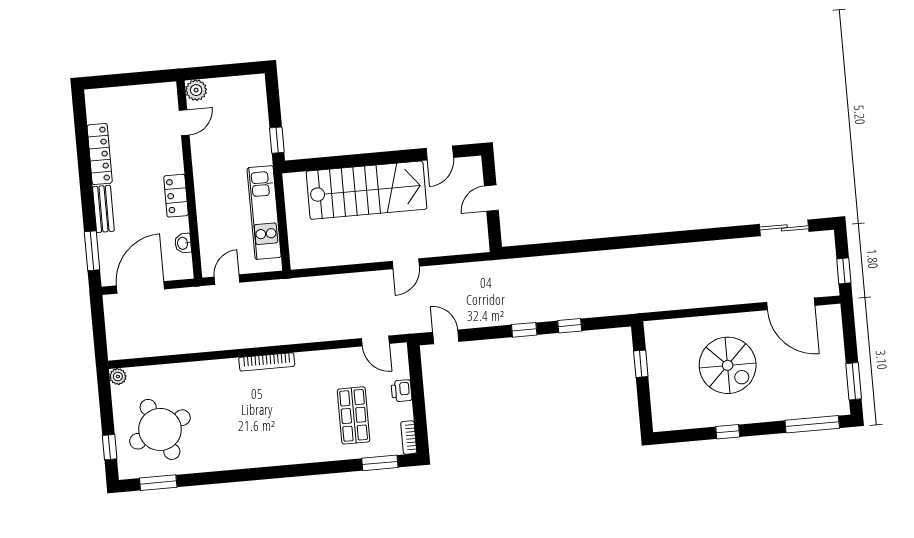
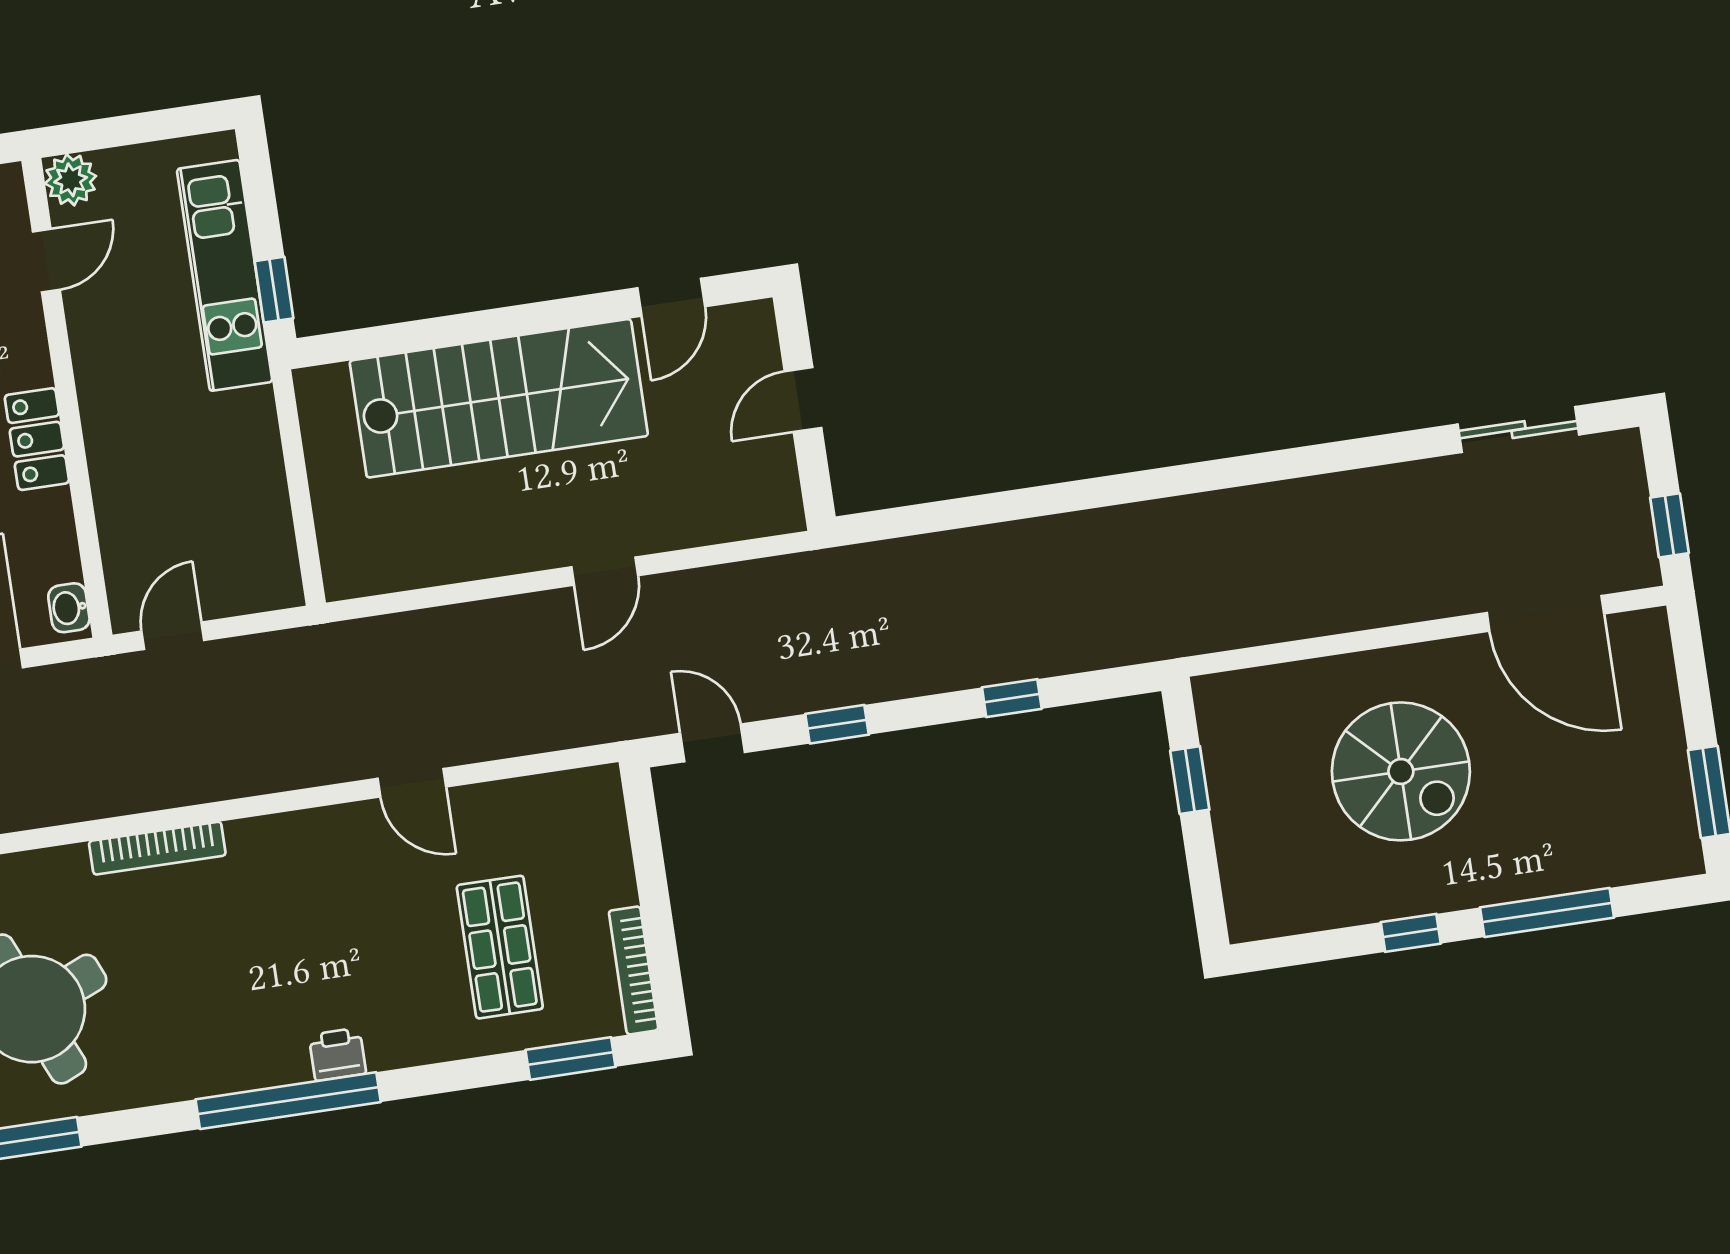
kitchen unit: (264, 213) -> (225, 275), moved
washbasin: (183, 243) -> (69, 608), moved
window: (524, 330) -> (837, 724), moved
door: (375, 341) -> (412, 783), moved
bookcase: (267, 362) -> (157, 848), moved
printer: (401, 391) -> (338, 1054), moved, turned 90
window: (812, 424) -> (1547, 913), moved
bookcase: (409, 438) -> (634, 970), width x1.56
window: (263, 473) -> (288, 1101), added

